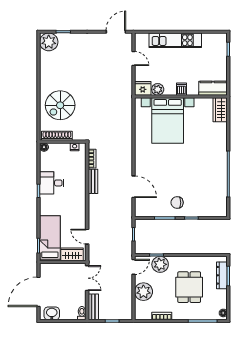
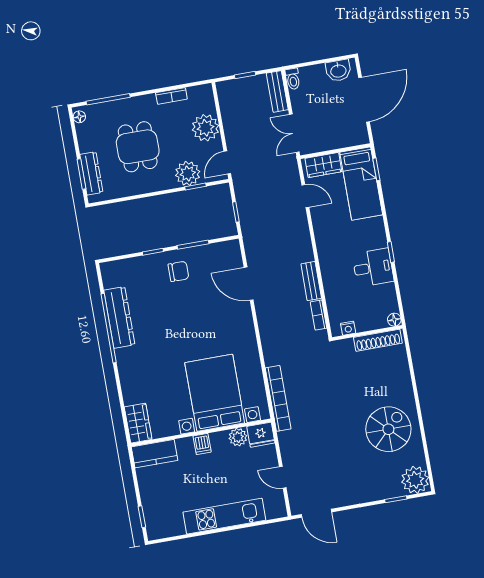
door: (116, 32) -> (316, 513), hinge flipped
spiral stairs: (60, 105) -> (388, 429), moved
bookcase: (127, 110) -> (278, 398), added
dresser: (220, 180) -> (119, 317), added

